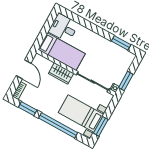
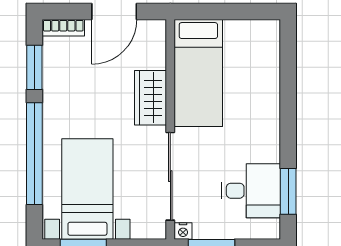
desk: (63, 28) -> (251, 191), moved, turned 90

